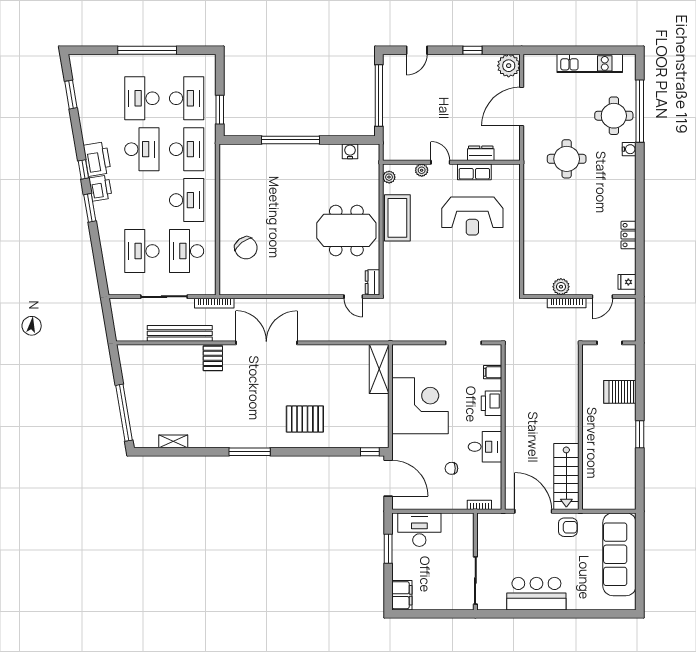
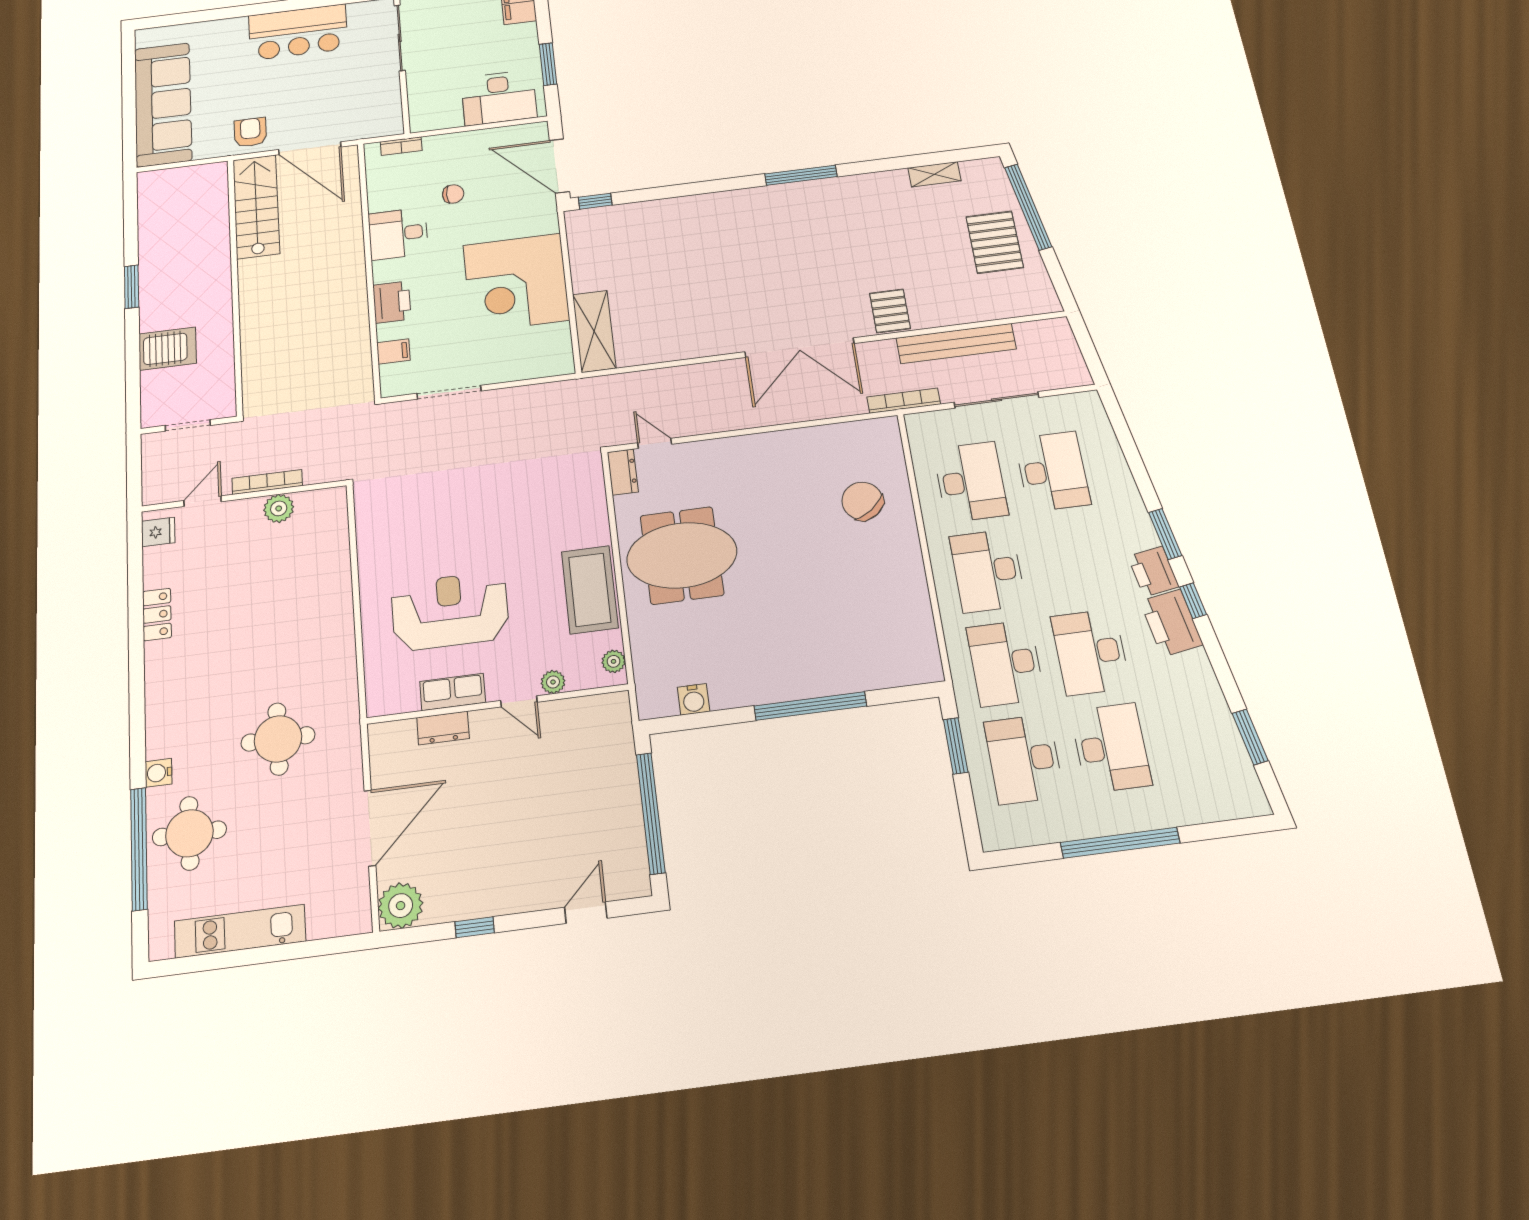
pallet: (305, 419) -> (995, 242), moved, turned 90
armchair: (568, 527) -> (250, 132), turned 90

